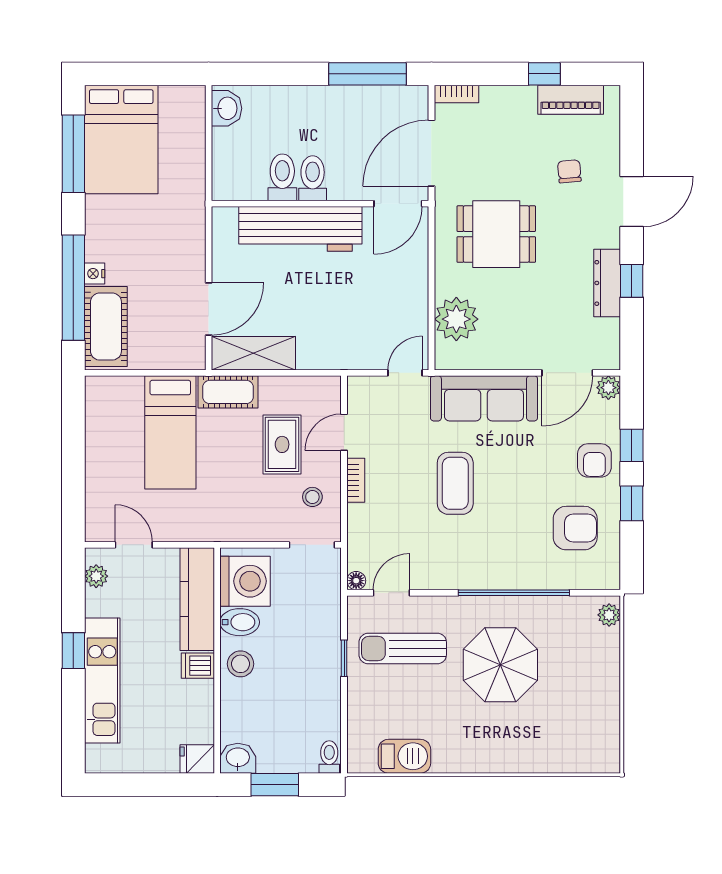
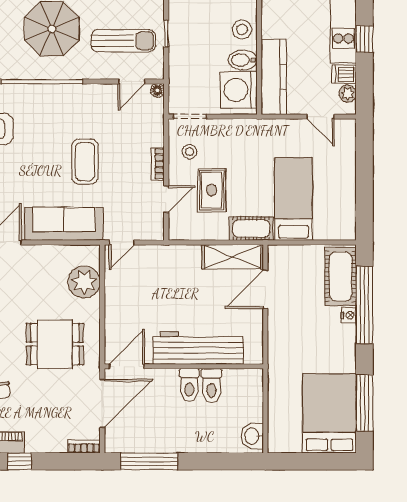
dishwasher: (198, 666) -> (344, 74), moved, turned 180

